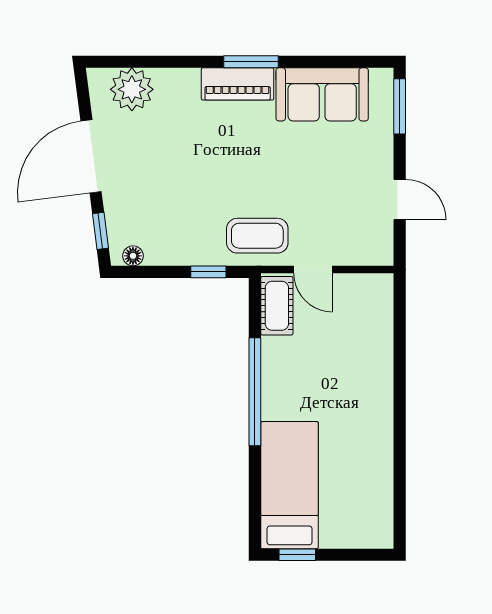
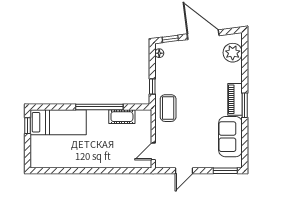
door: (313, 270) -> (153, 151), moved
cot: (277, 306) -> (122, 117), moved

